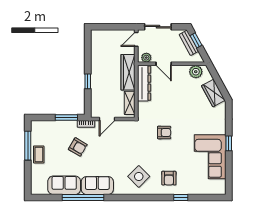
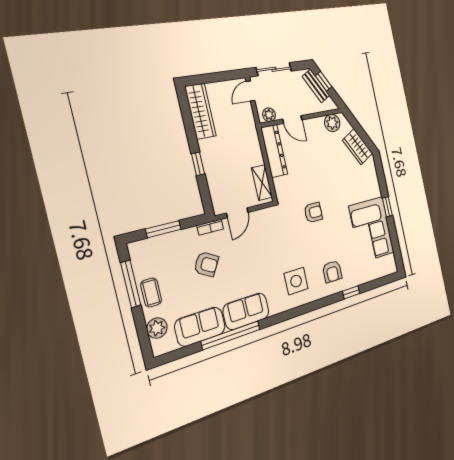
wardrobe: (128, 72) -> (200, 111), moved, turned 180
window: (66, 118) -> (163, 229), moved
side table: (139, 176) -> (296, 281), turned 45
plant: (37, 177) -> (157, 328), added

